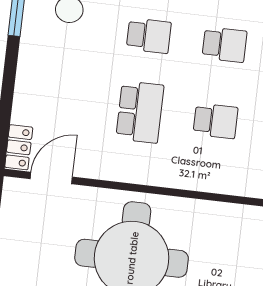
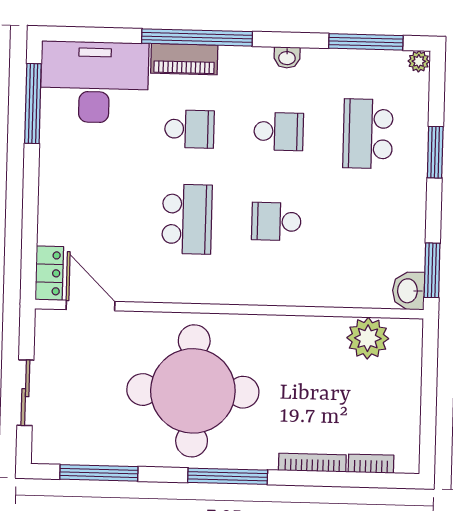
school desk: (215, 121) -> (276, 221), turned 180
door: (51, 178) -> (91, 306), hinge flipped

